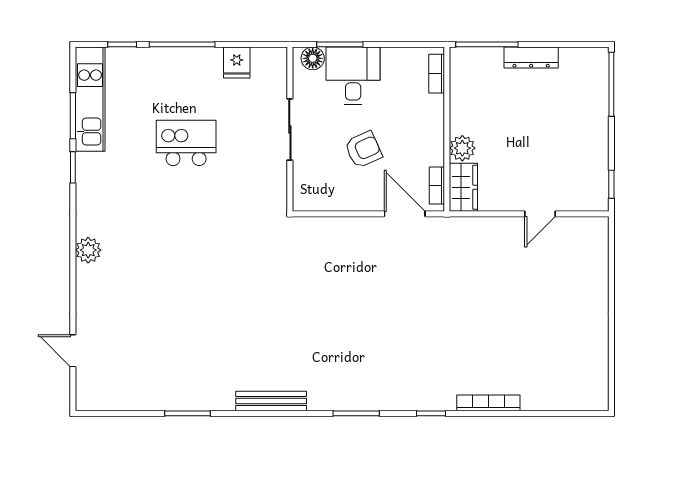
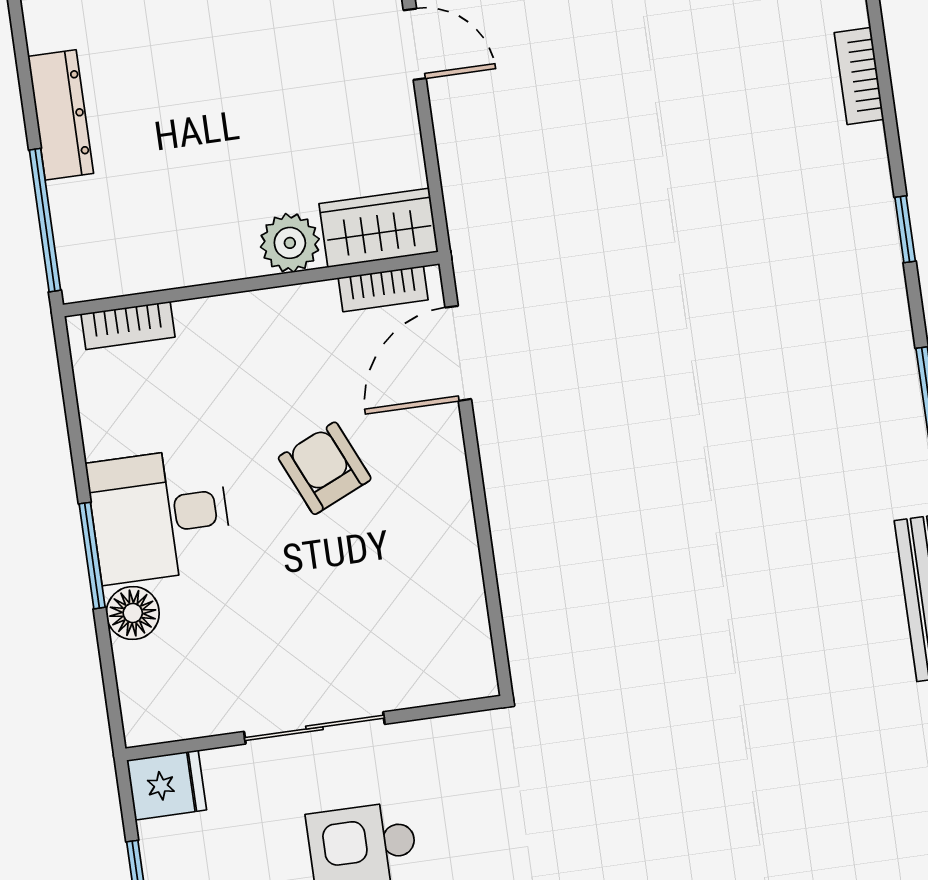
sliding door: (290, 129) -> (314, 728), moved
wall: (290, 129) -> (314, 728), moved
bookcase: (488, 403) -> (859, 76), width x0.64

